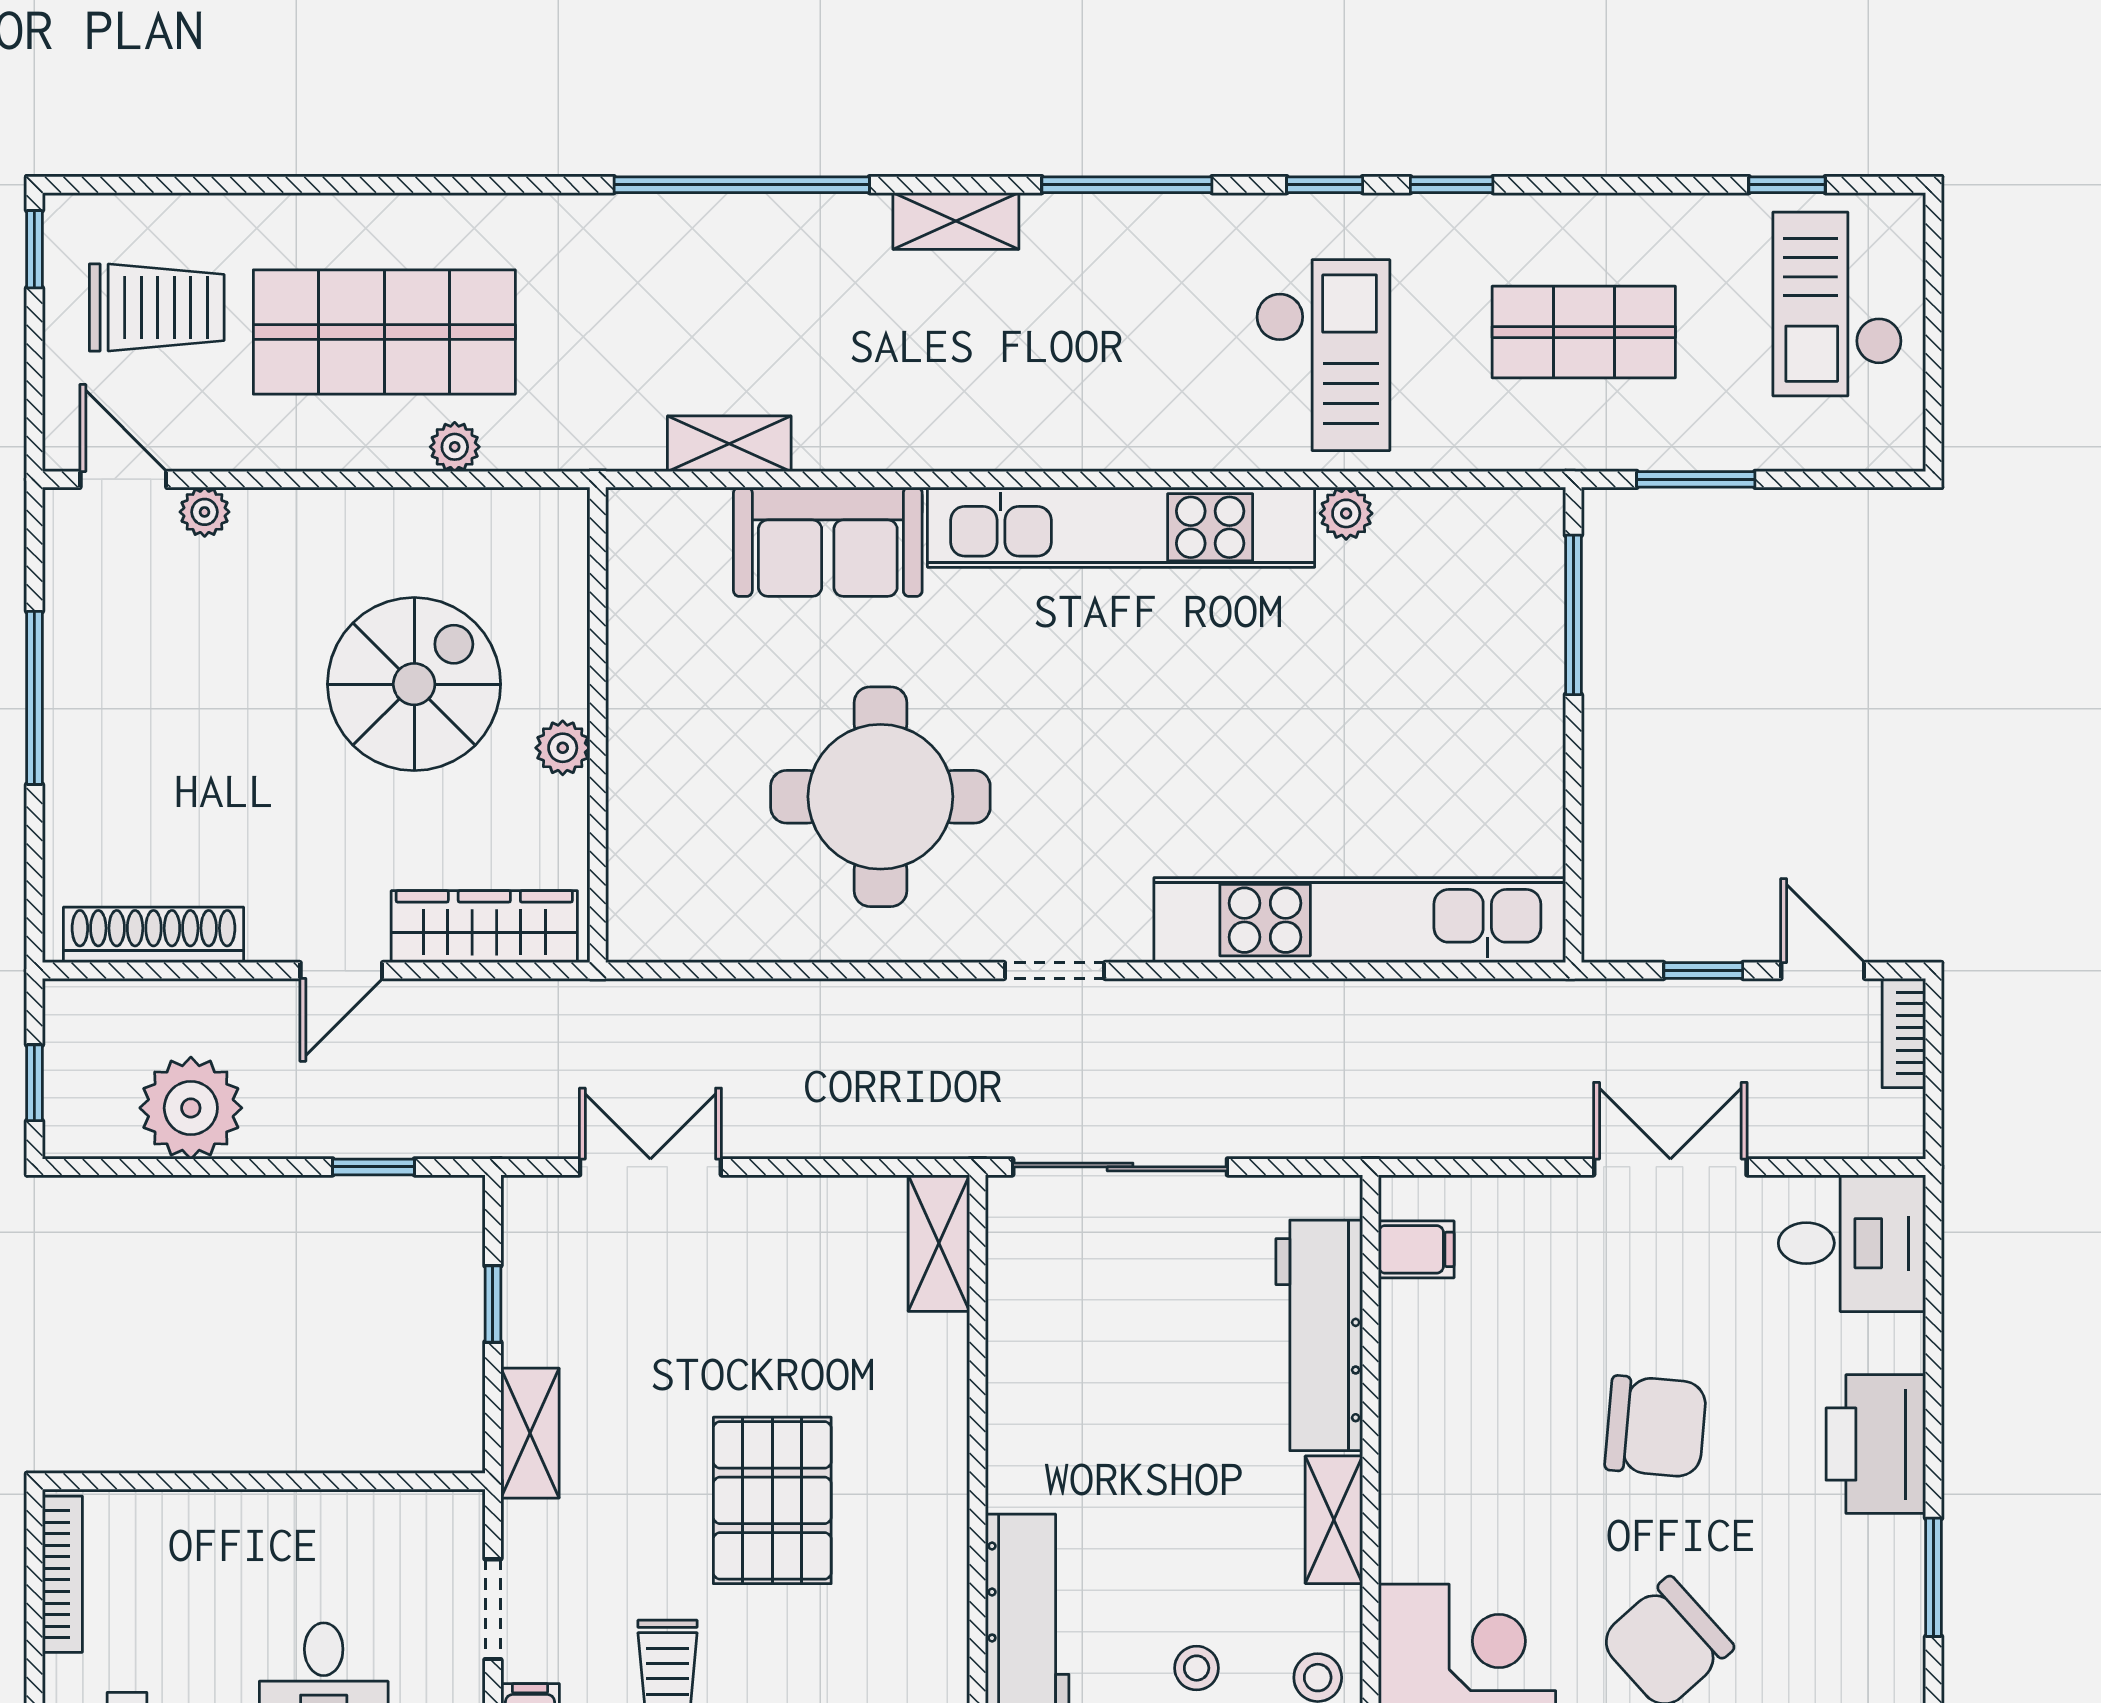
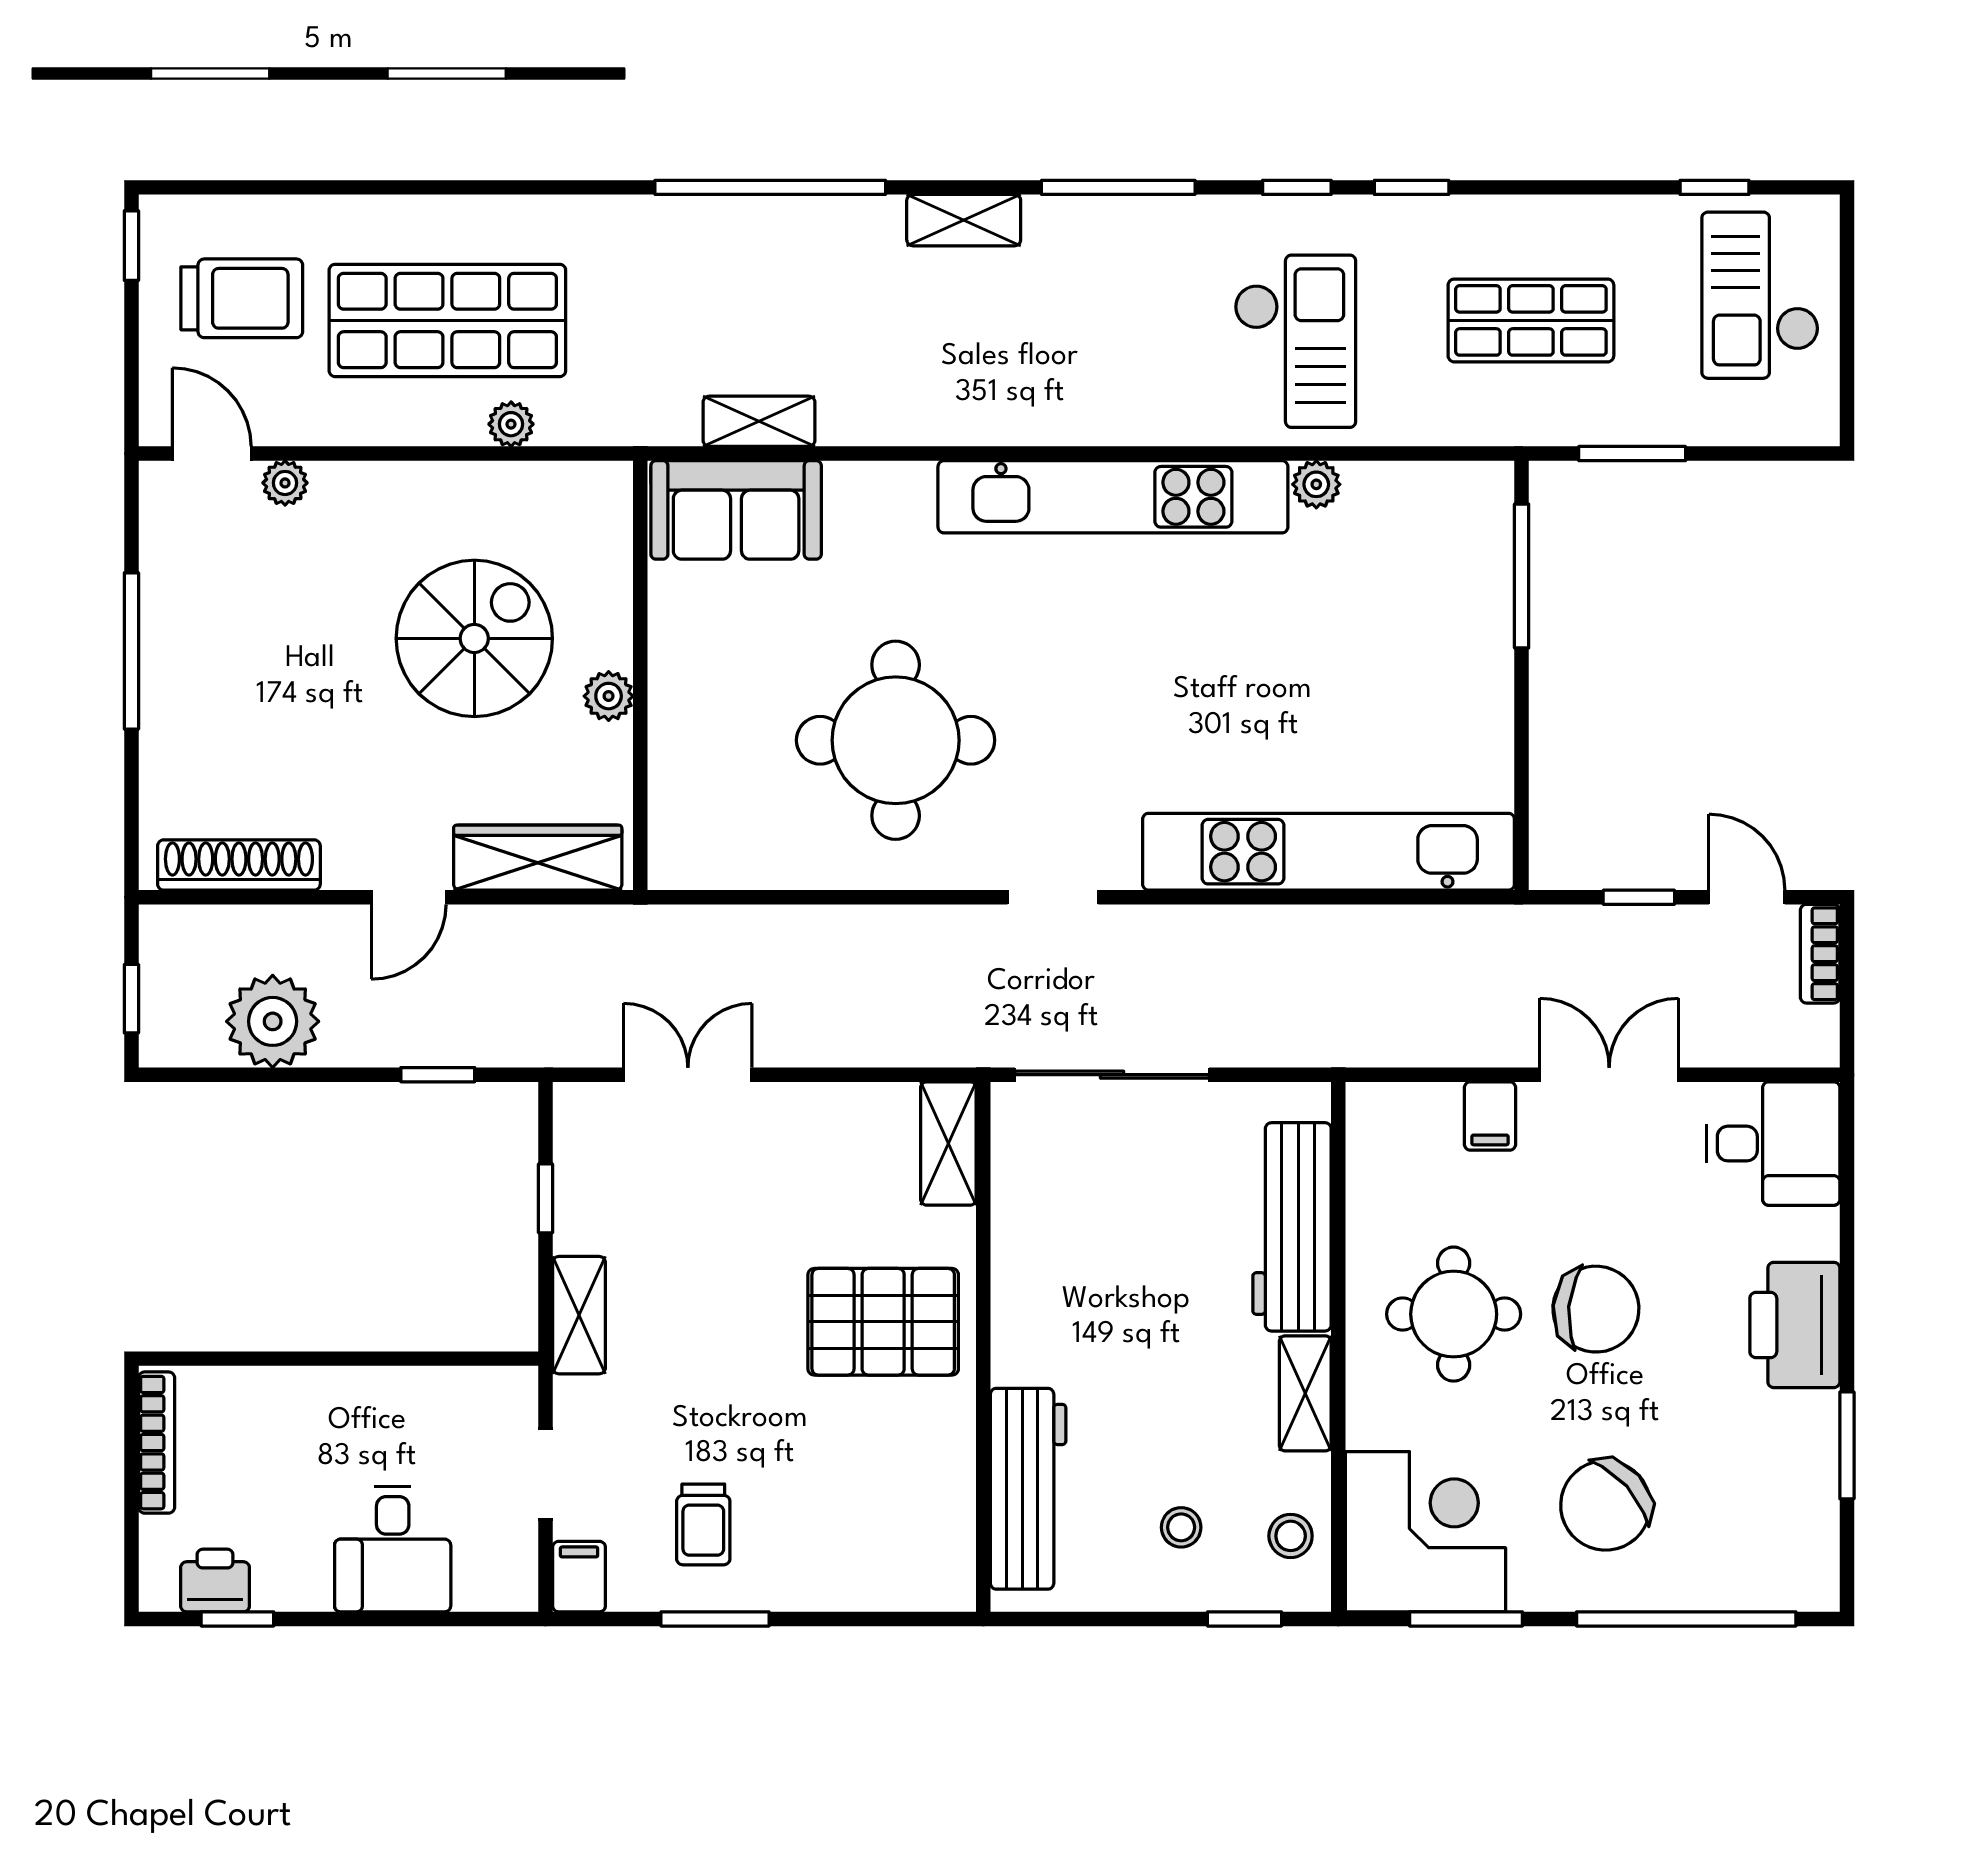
sofa: (828, 542) -> (736, 510), moved
filing cabinet: (1416, 1249) -> (1490, 1116), moved, turned 90
round table: (1498, 1432) -> (1454, 1314), added
pallet: (772, 1500) -> (883, 1322), moved, turned 90

